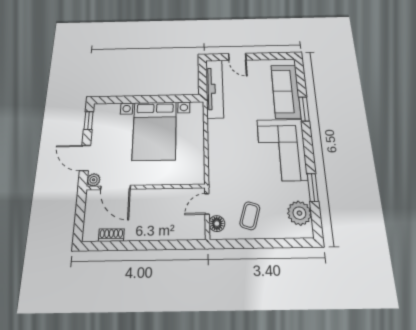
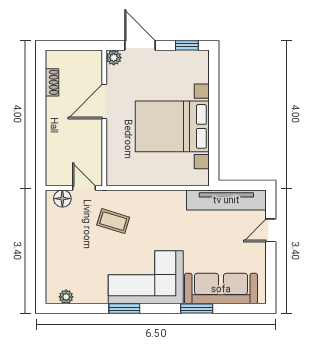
door: (85, 158) -> (140, 45), hinge flipped
window: (313, 187) -> (124, 309), moved
door: (115, 188) -> (104, 102), moved
plant: (299, 213) -> (66, 297), width x0.53, depth x0.53
coffee table: (250, 216) -> (113, 221), moved

